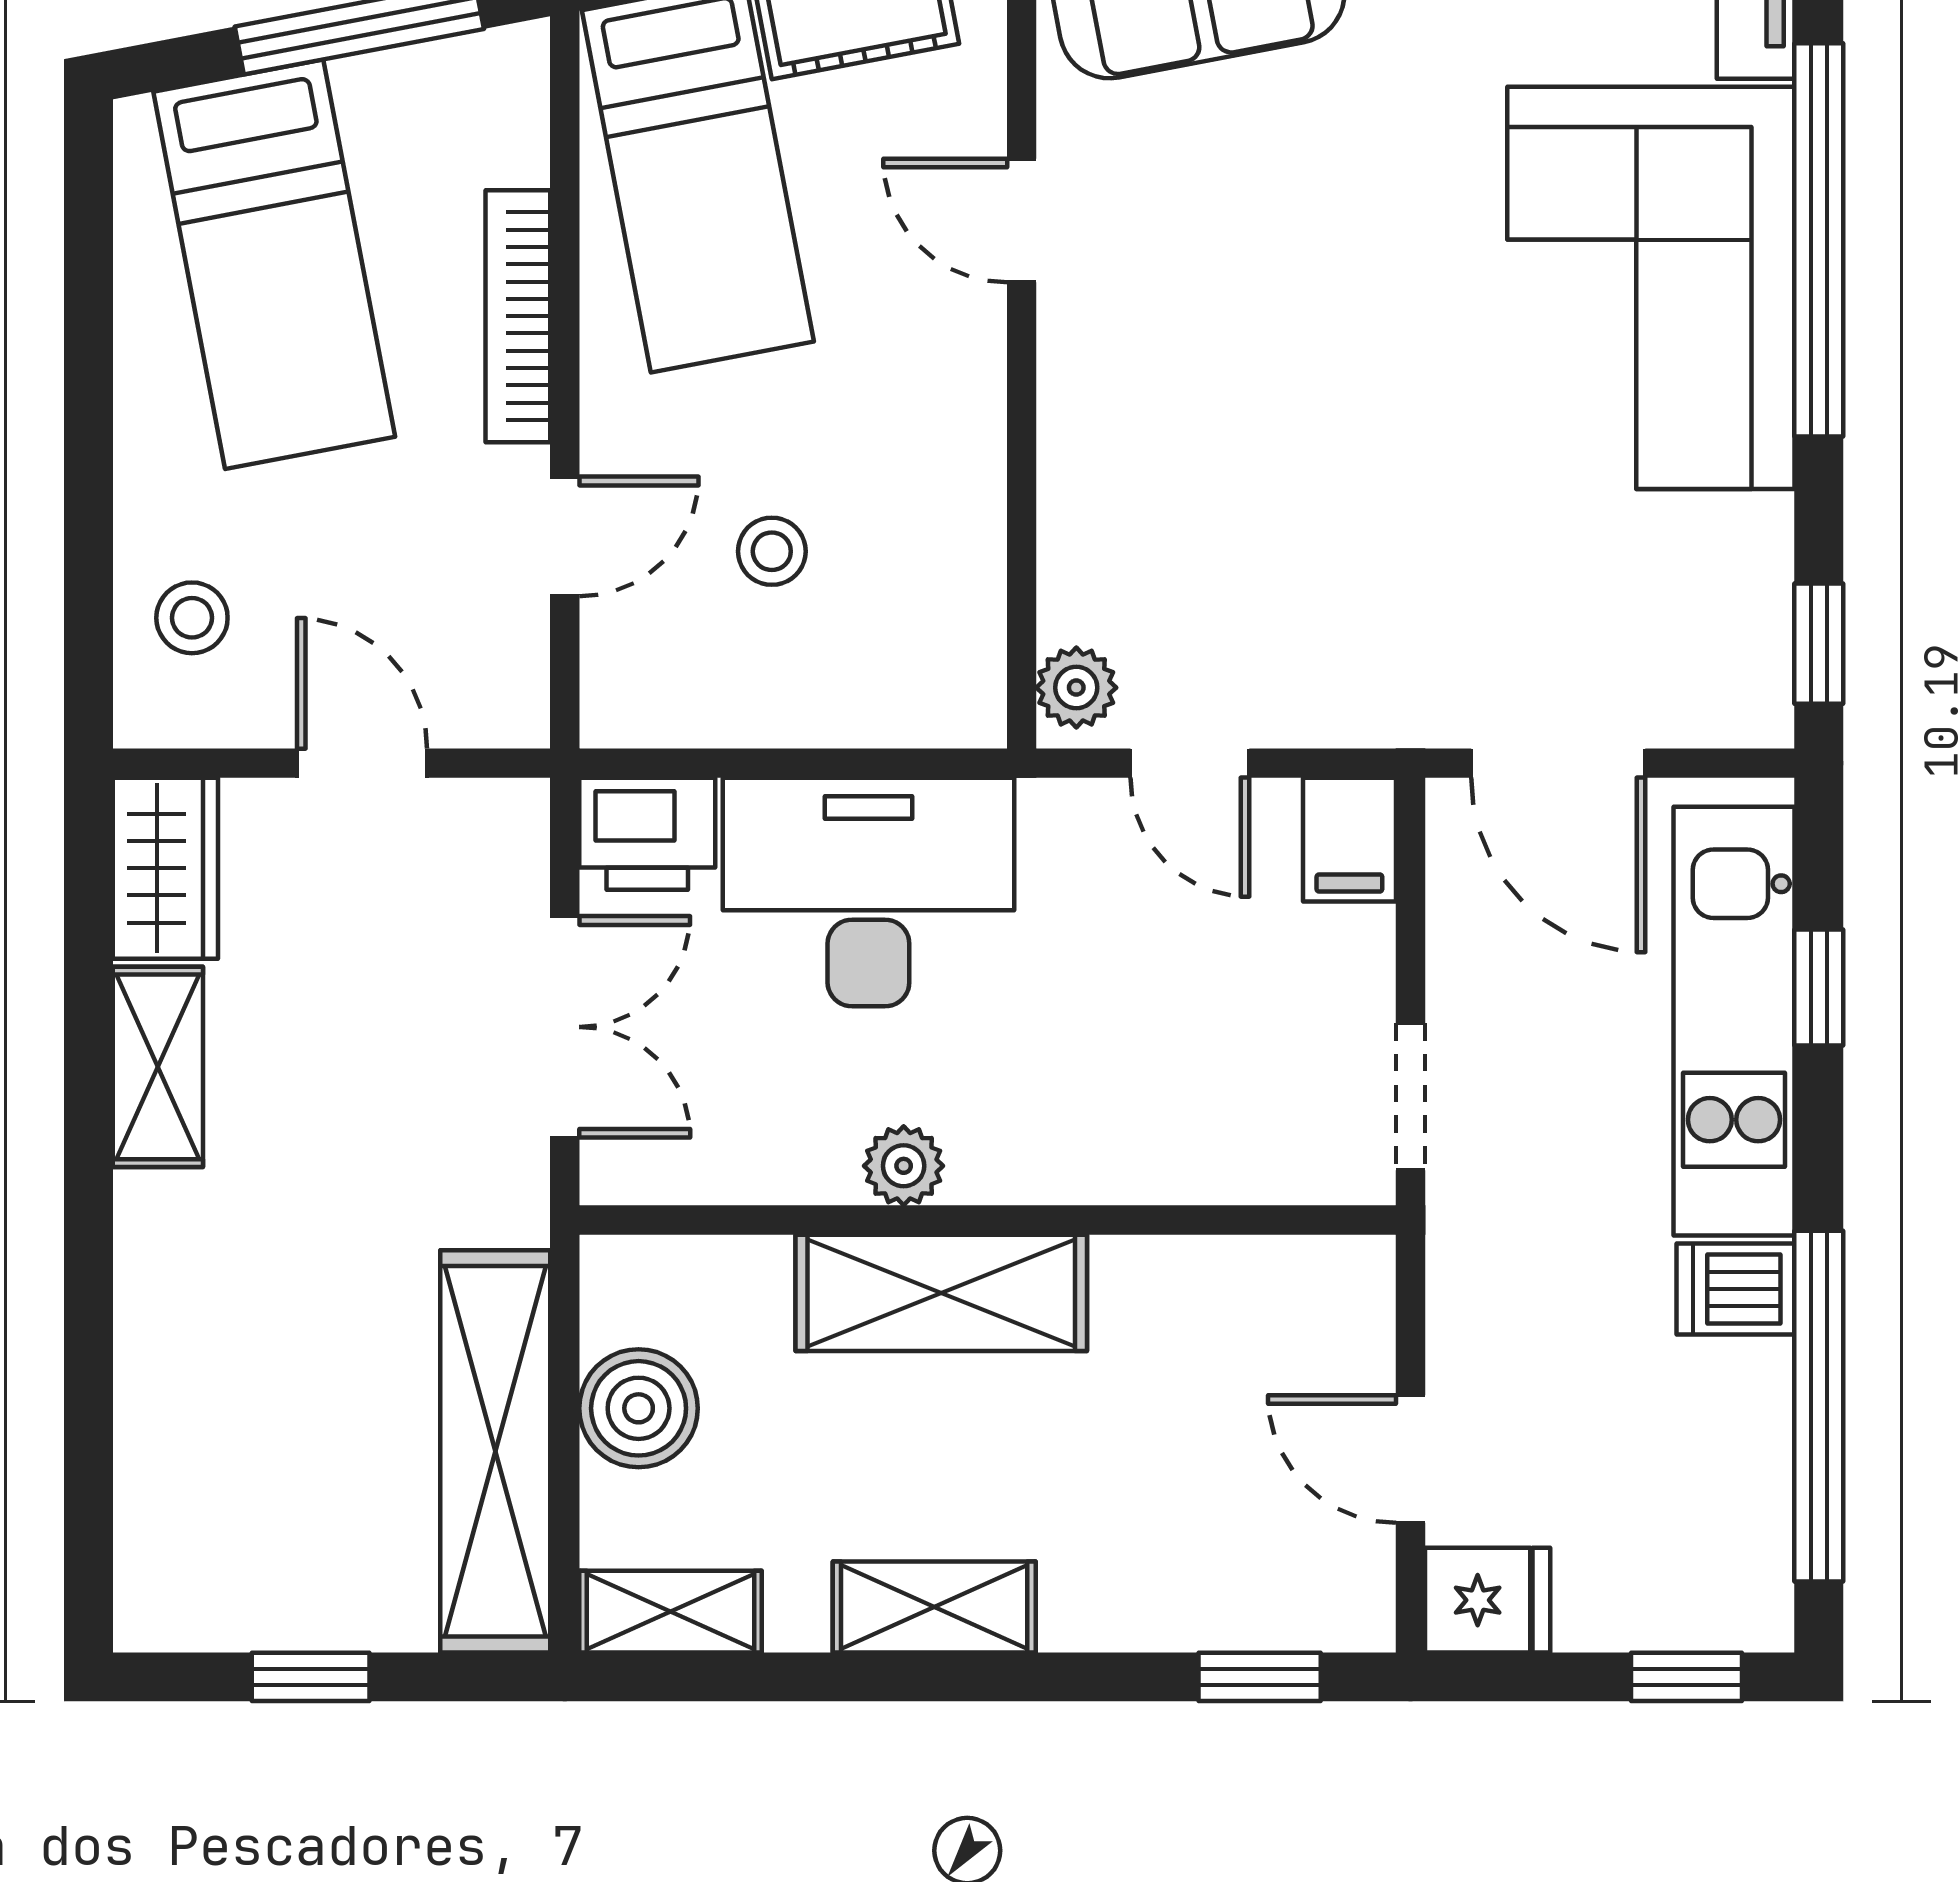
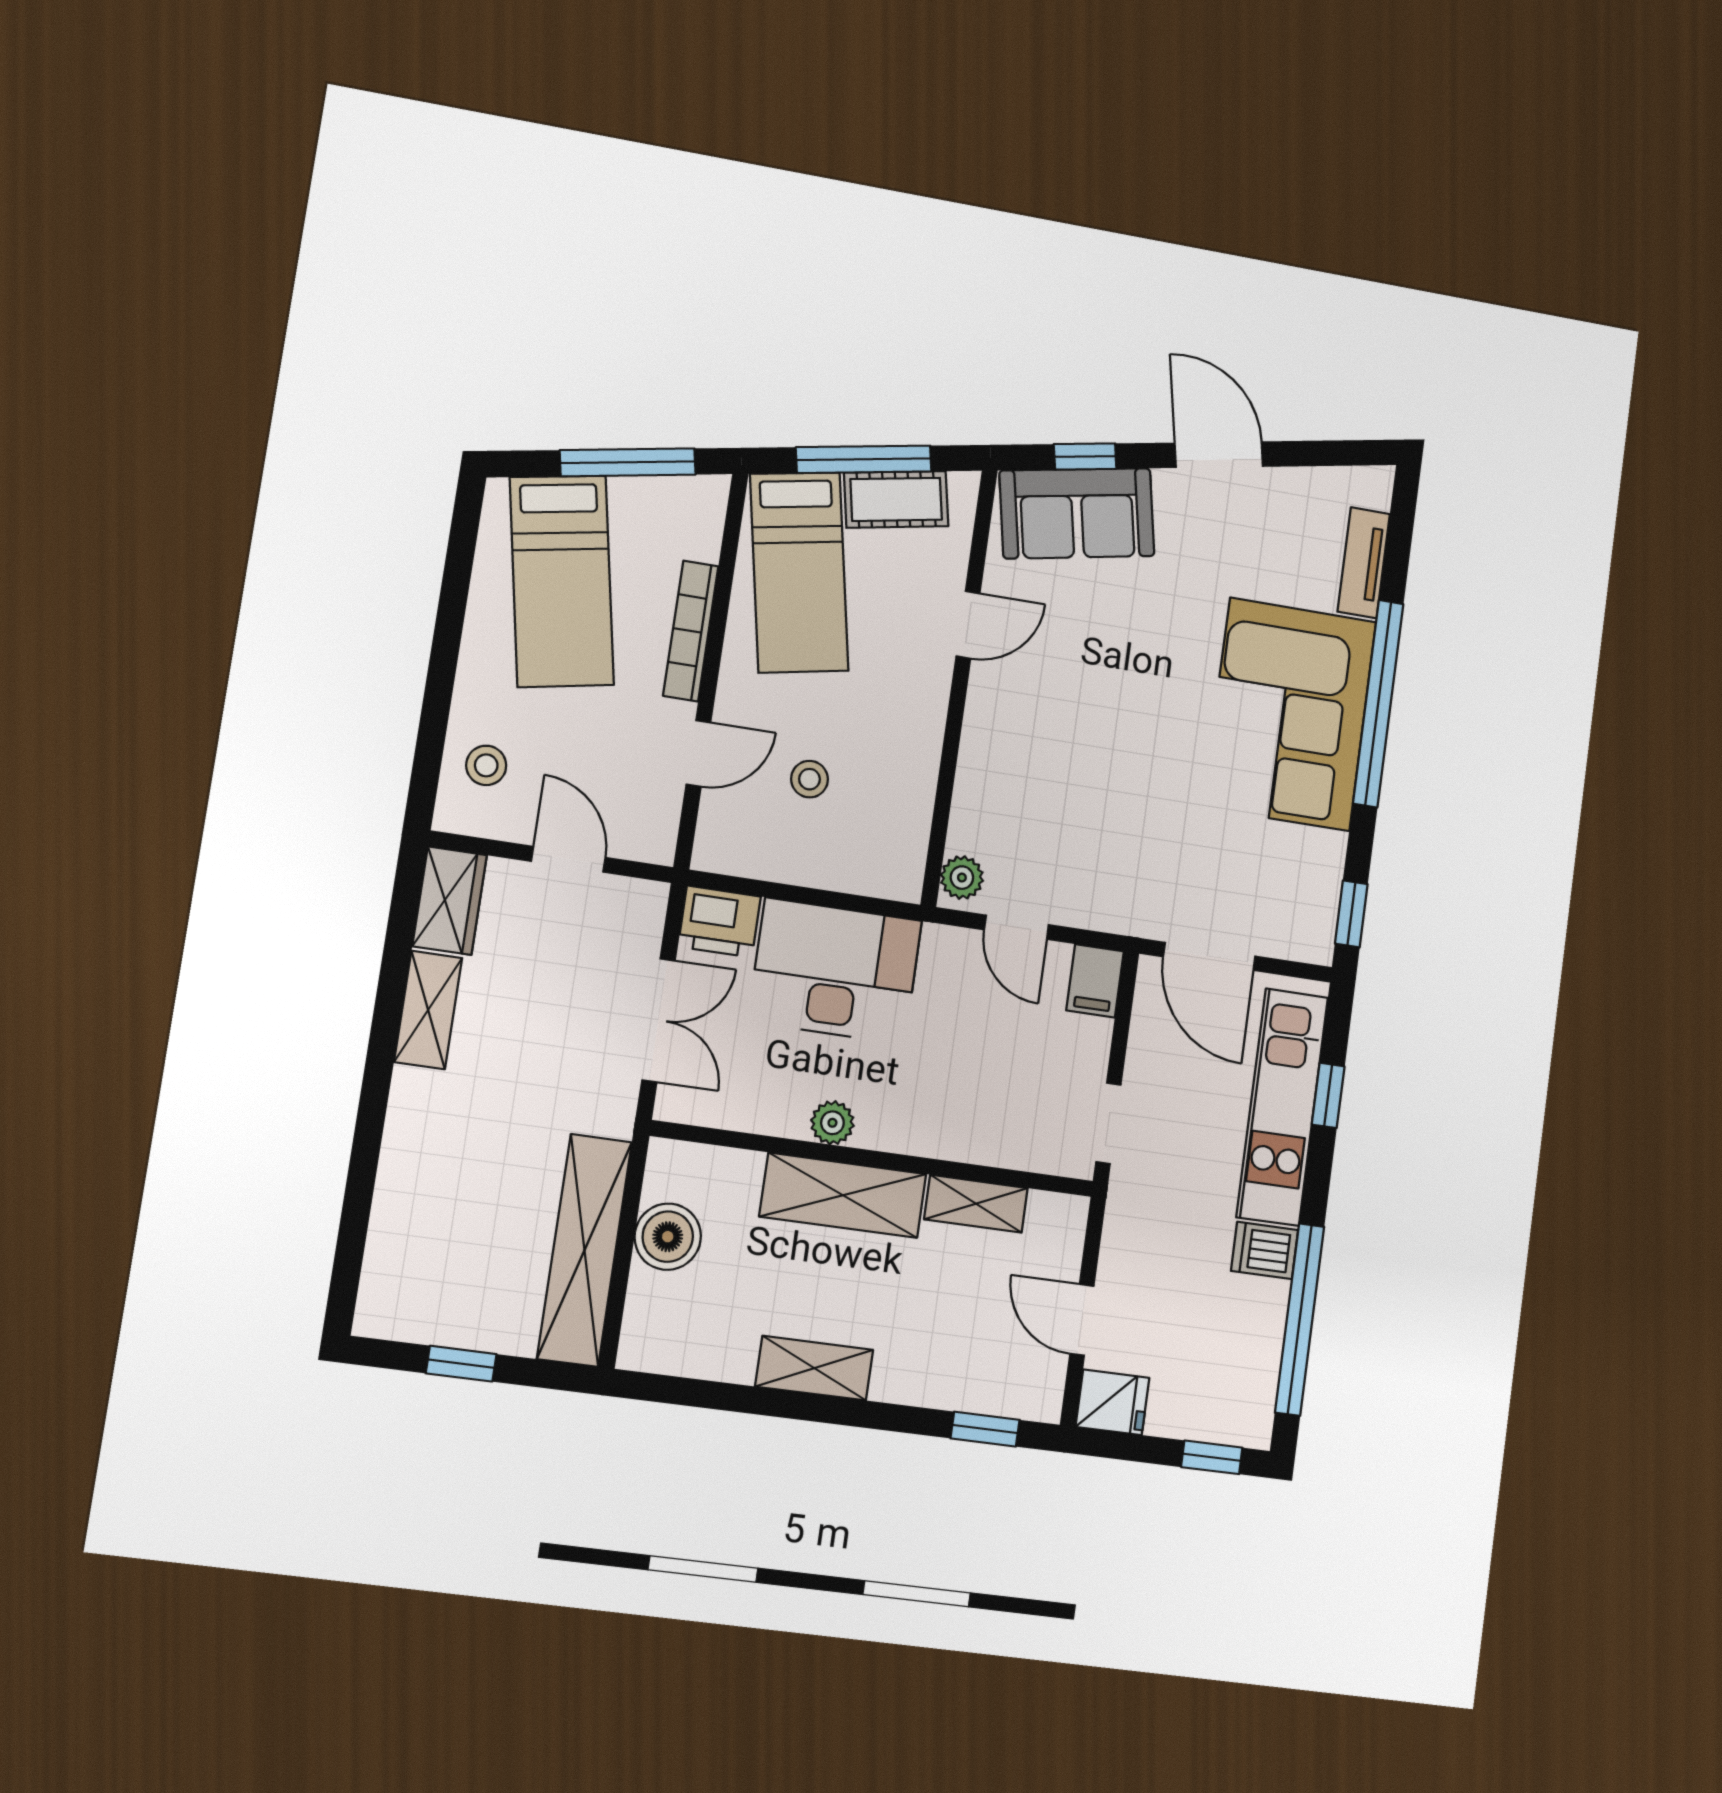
door: (1022, 221) -> (968, 625), swing flipped
shelving: (670, 1612) -> (976, 1204), moved

